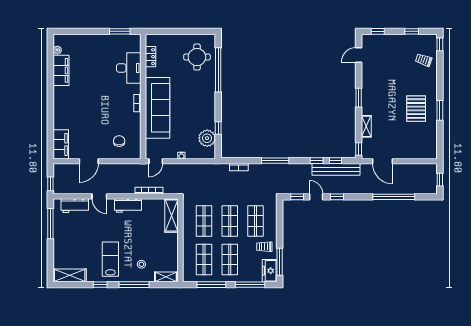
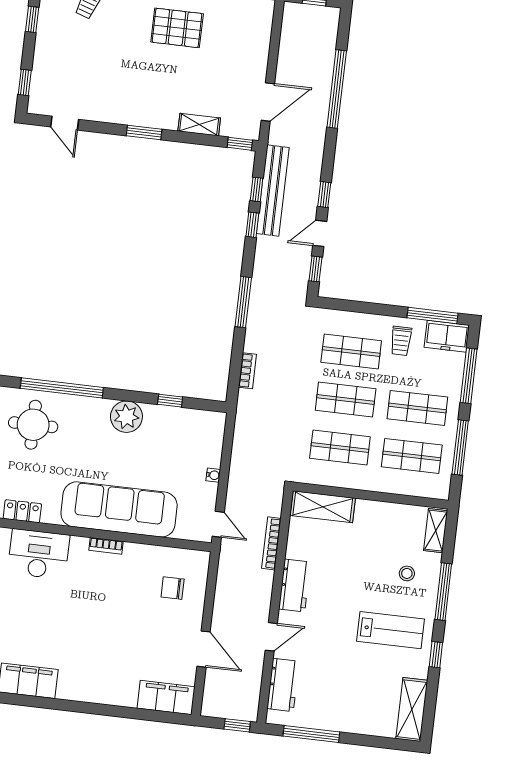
plant: (207, 138) -> (126, 417), moved
lab bench: (110, 259) -> (391, 630), turned 180

